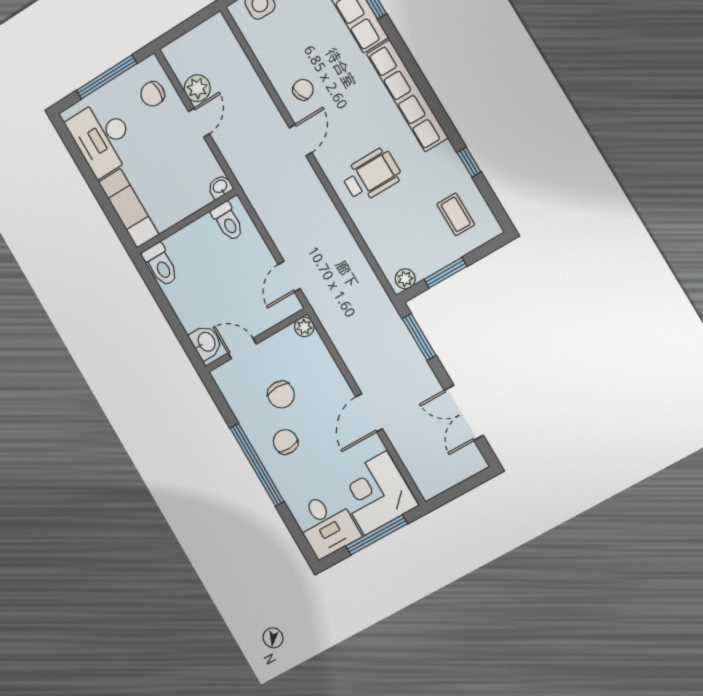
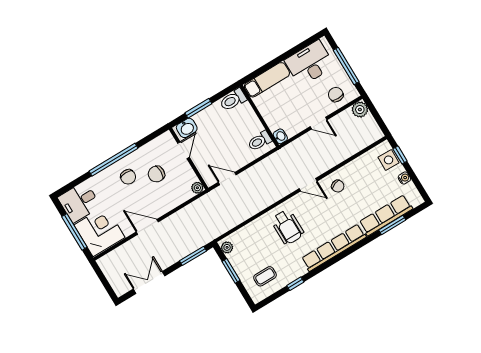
plant: (197, 88) -> (360, 110), moved
window: (174, 322) -> (198, 108), added
chair: (285, 442) -> (128, 177), turned 93

